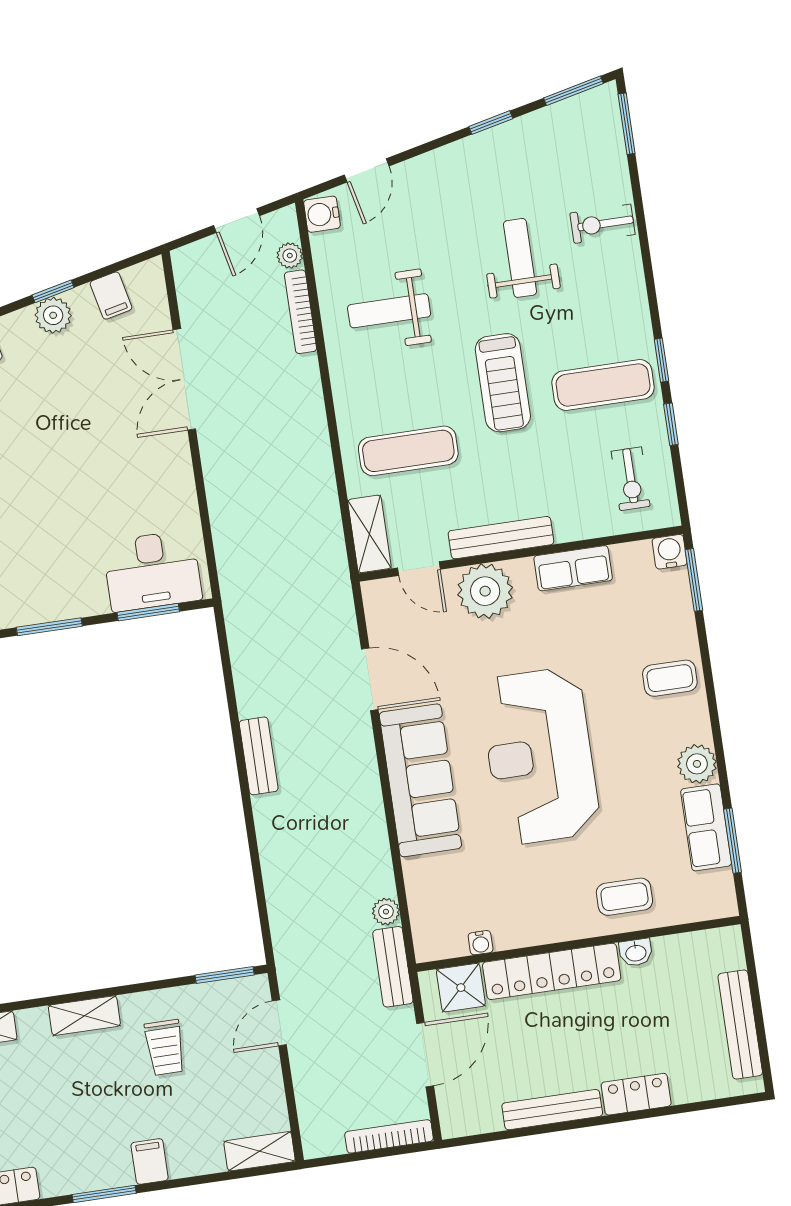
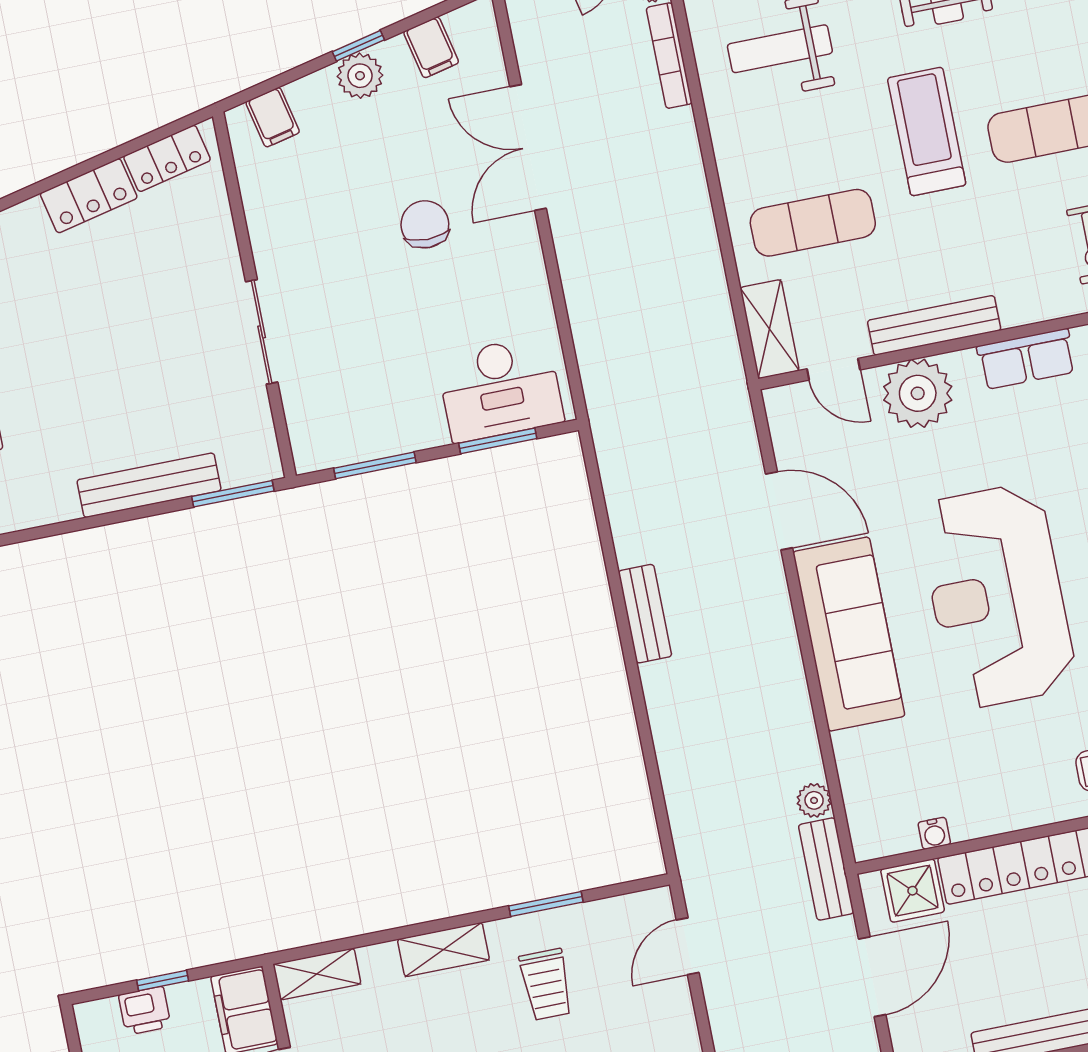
treadmill: (503, 383) -> (927, 131), turned 180
chair: (99, 437) -> (425, 224), added
window: (225, 975) -> (546, 904), moved

